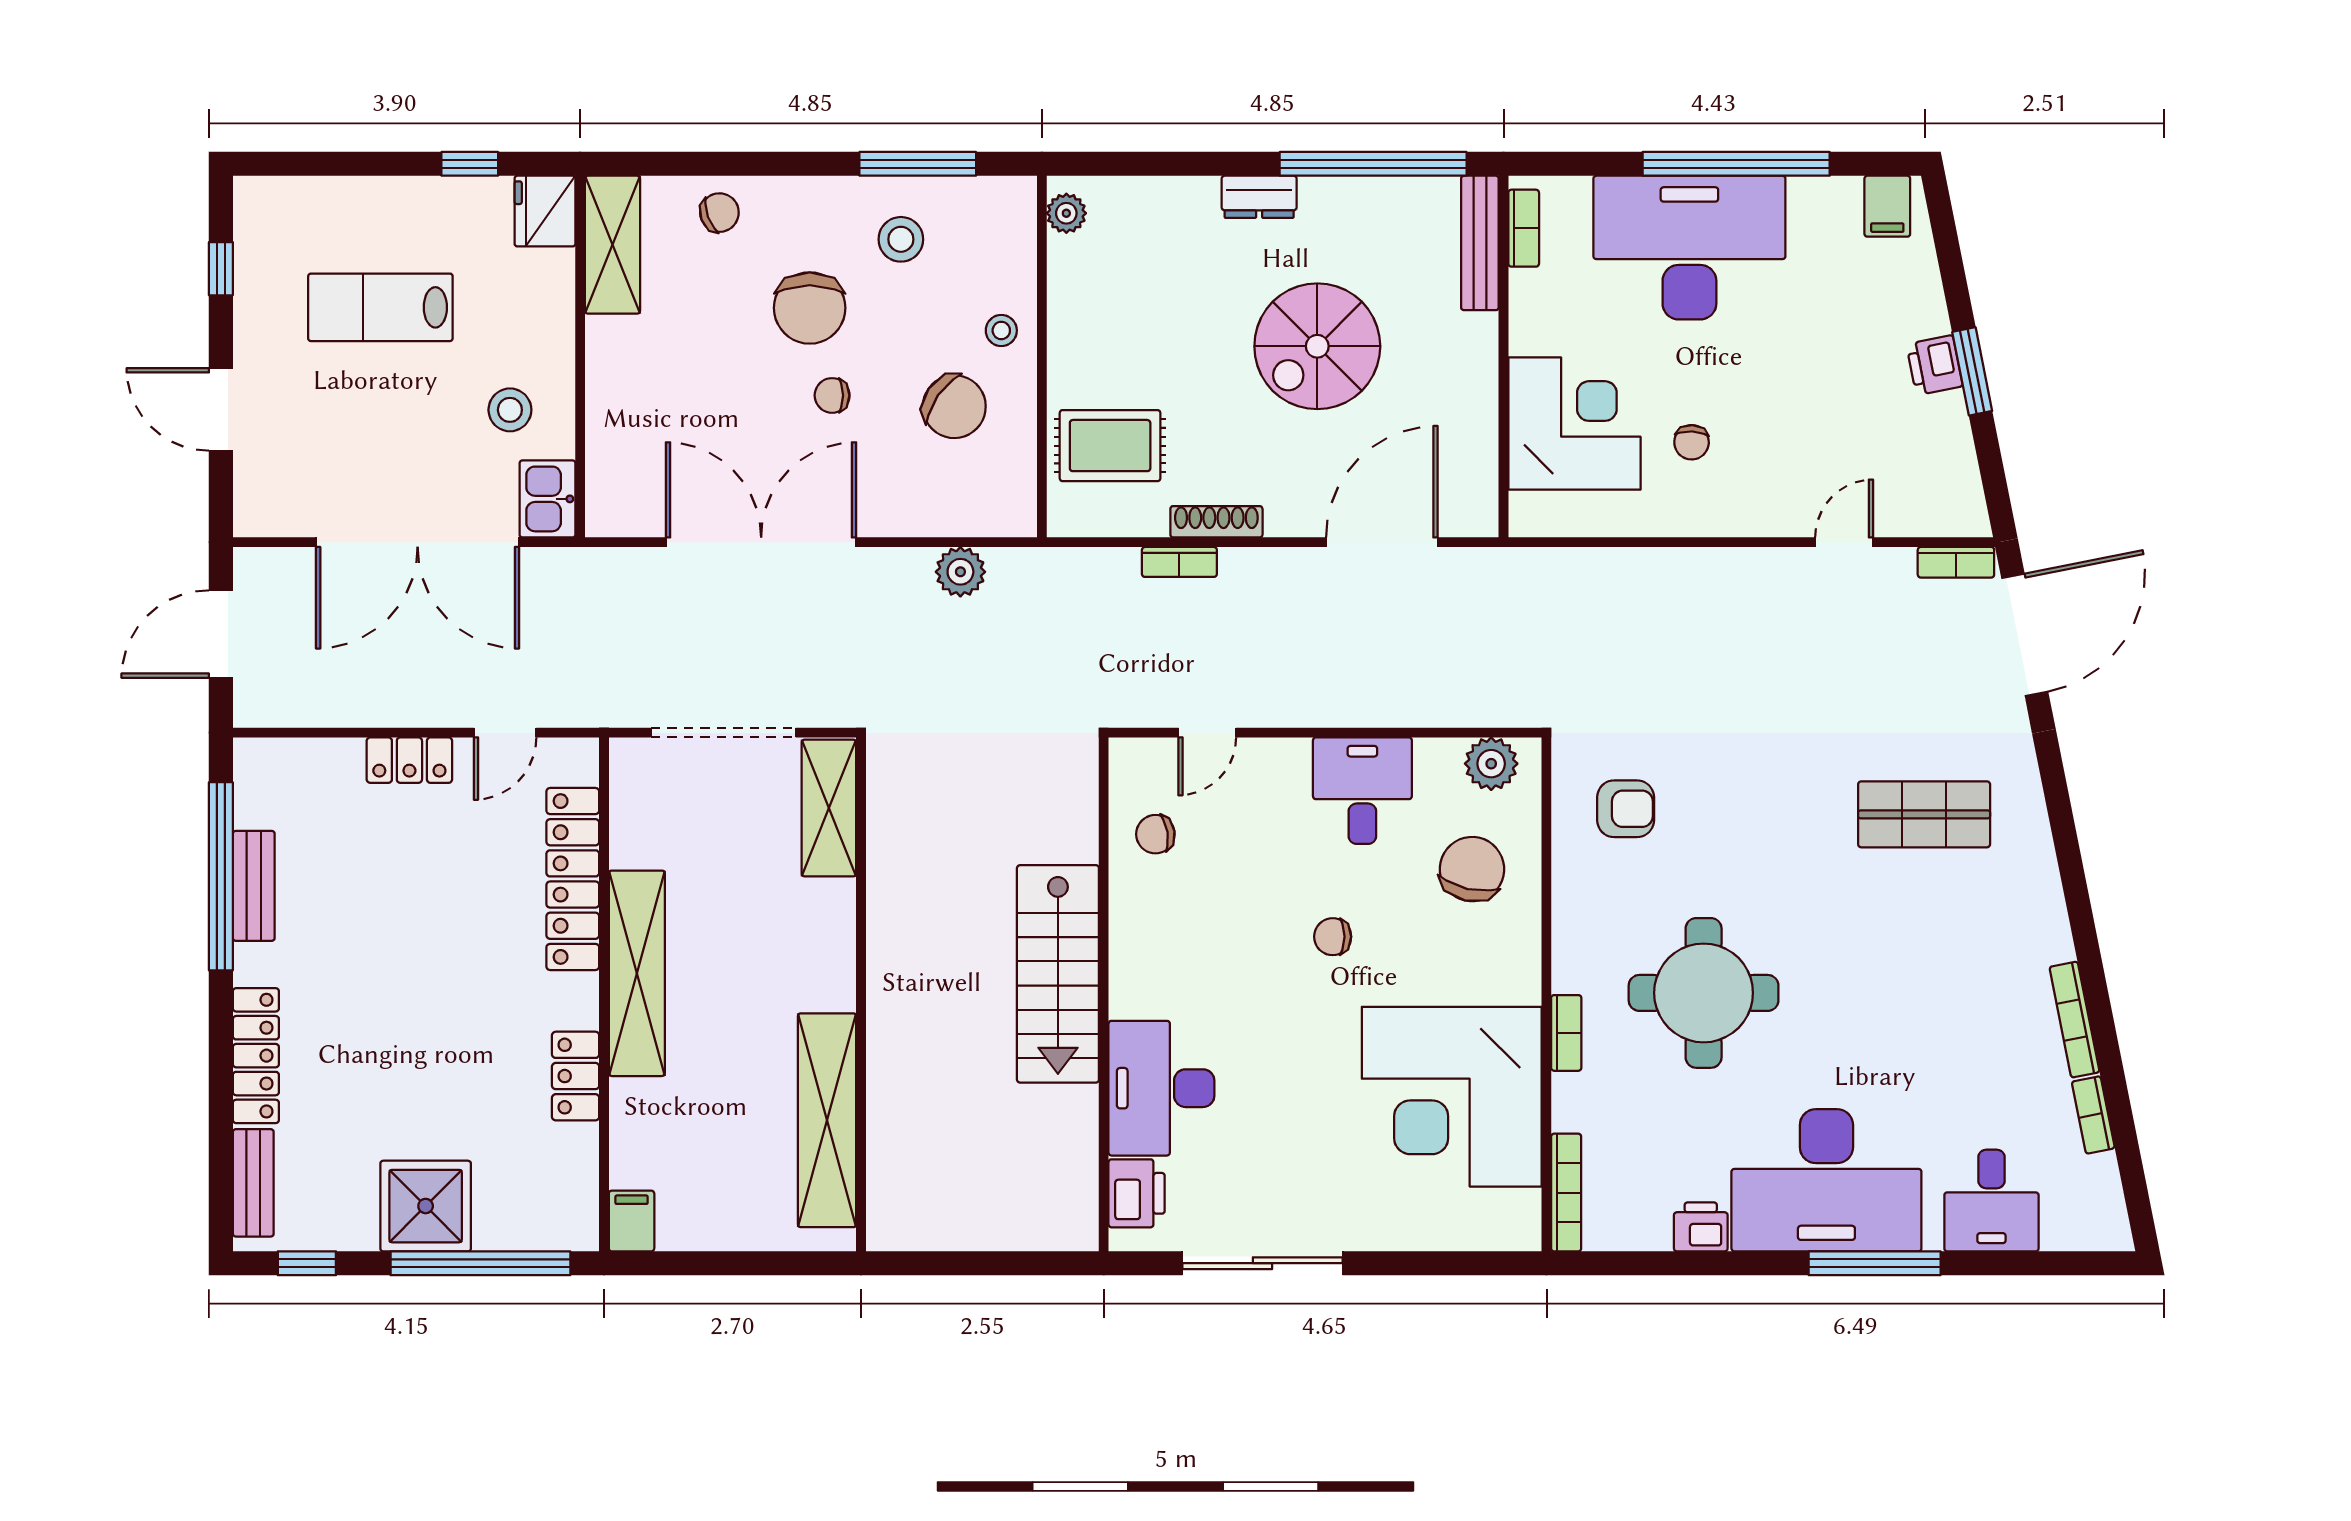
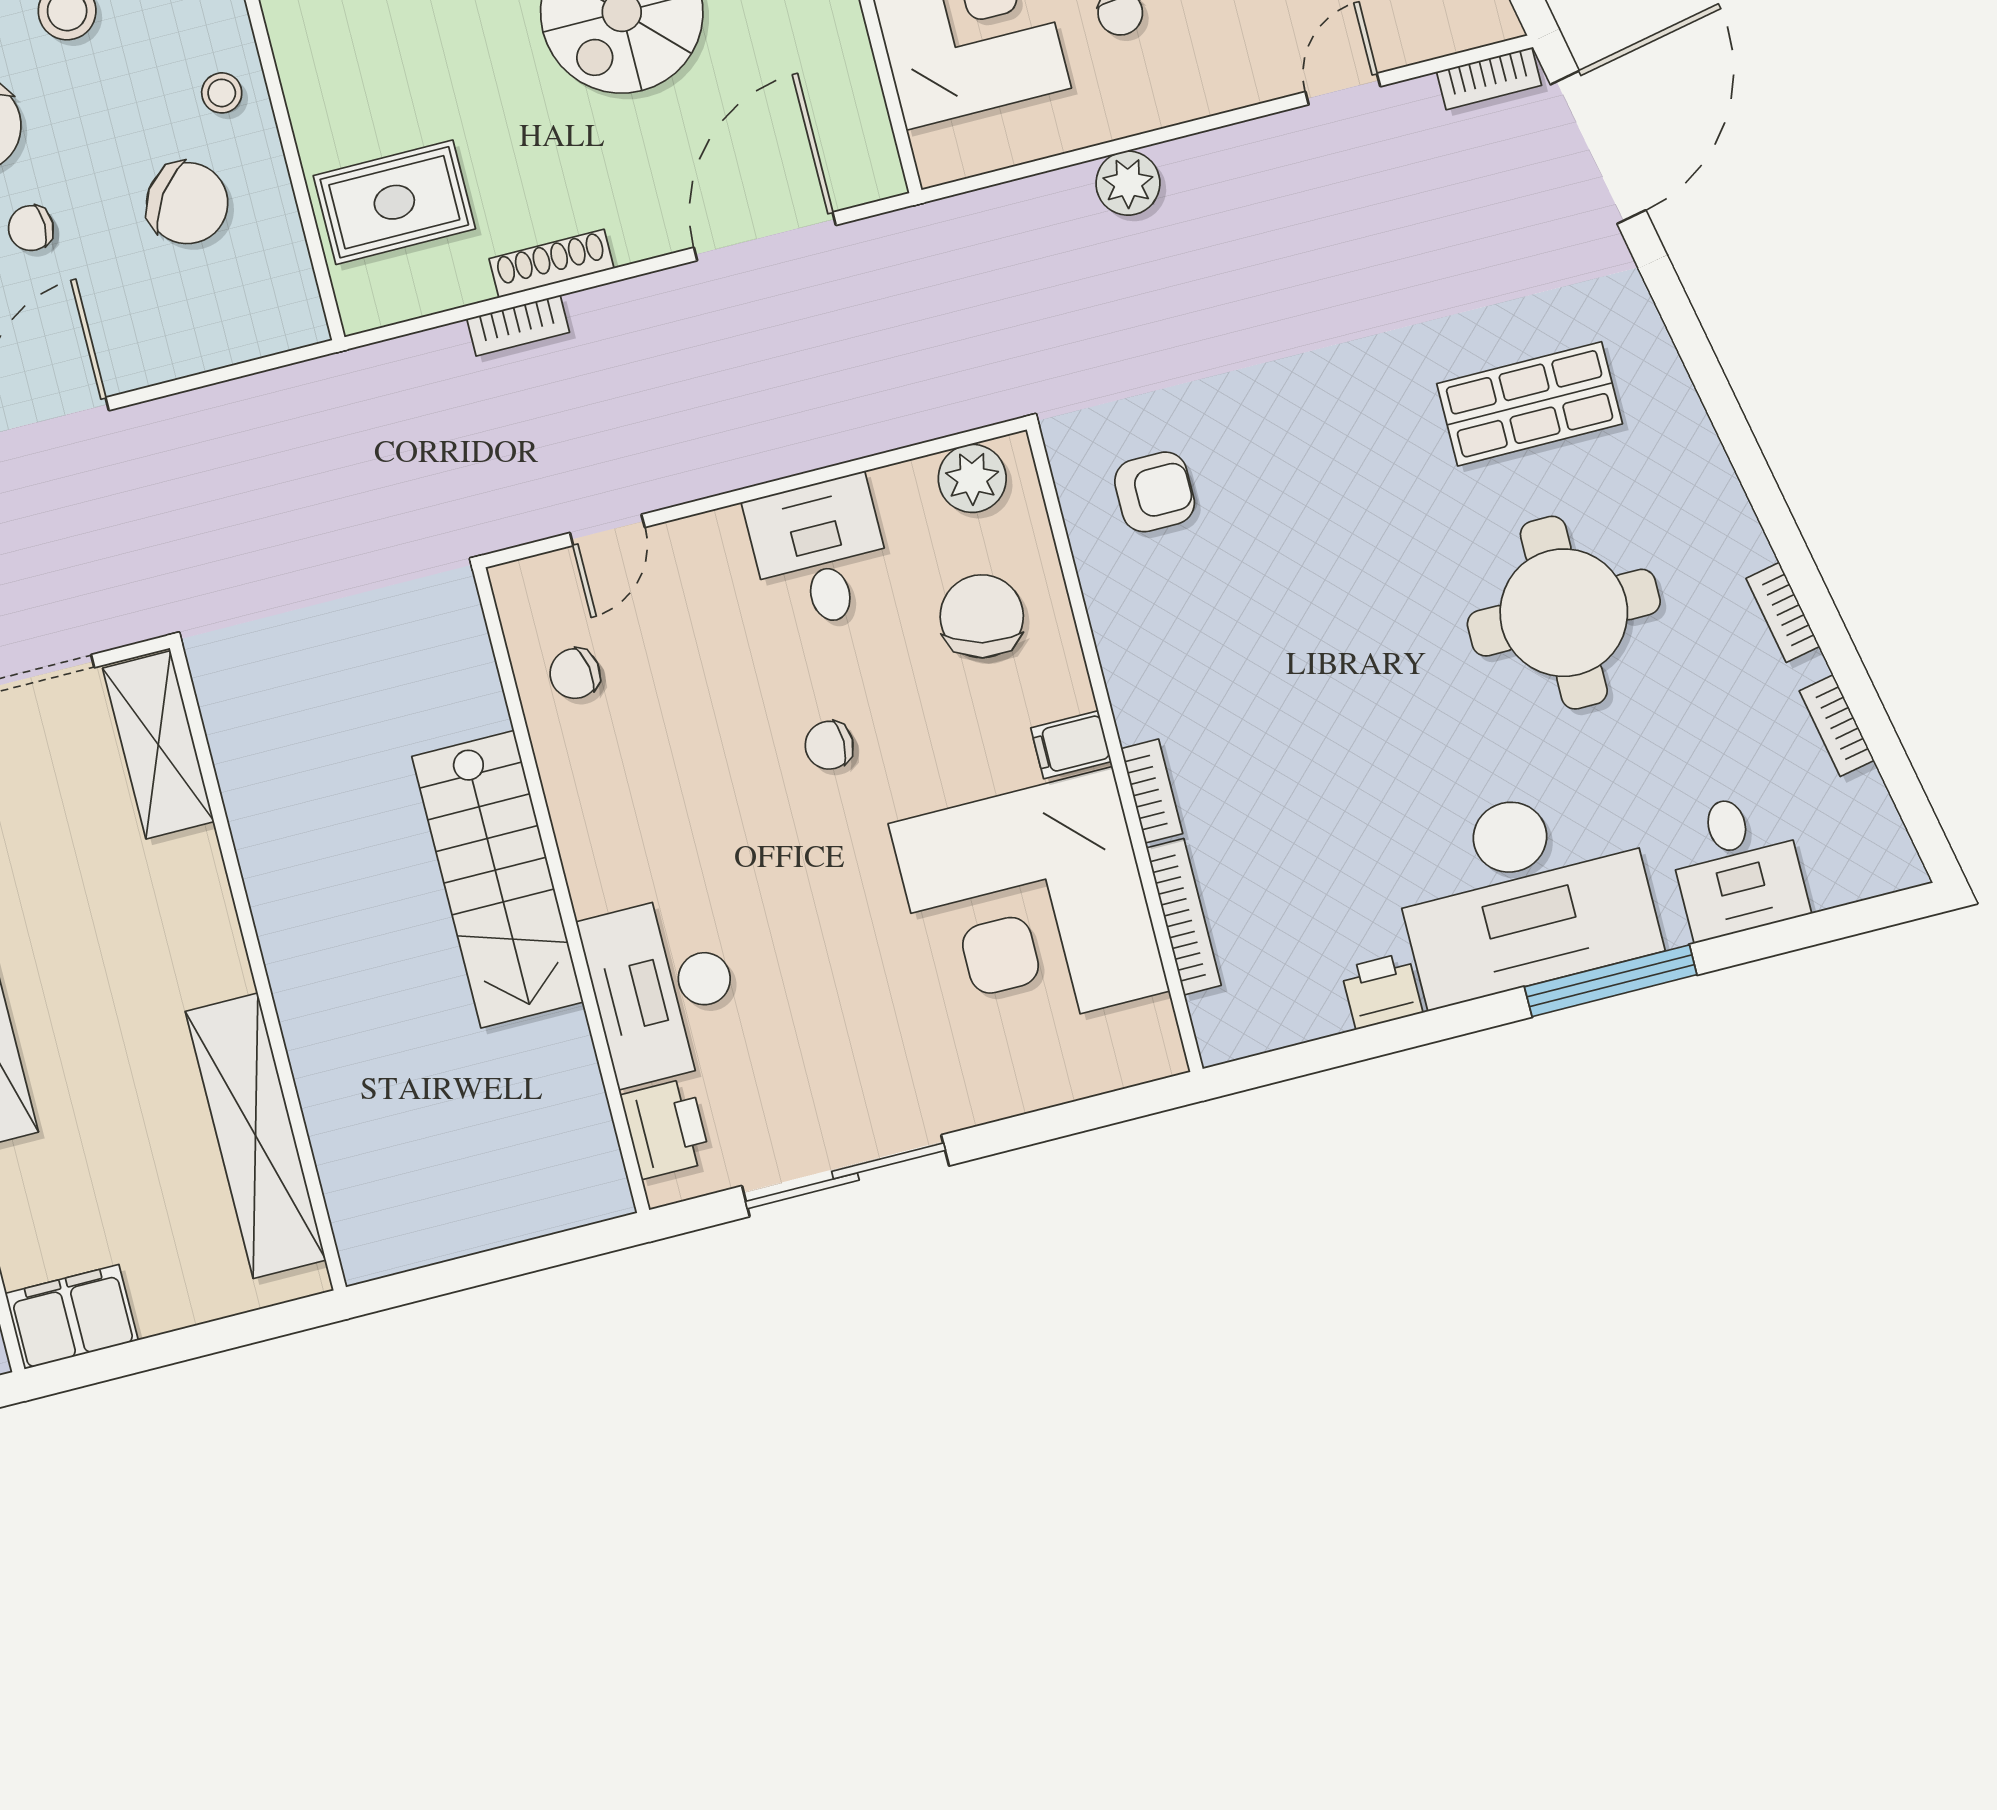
plant: (960, 572) -> (1128, 183), moved
filing cabinet: (1514, 983) -> (1071, 745), added
round table: (1704, 993) -> (1564, 613), moved
bookcase: (2074, 1020) -> (1783, 612), width x0.64
bookcase: (1566, 1193) -> (1184, 917), moved
filing cabinet: (632, 1221) -> (72, 1317), width x2.00

